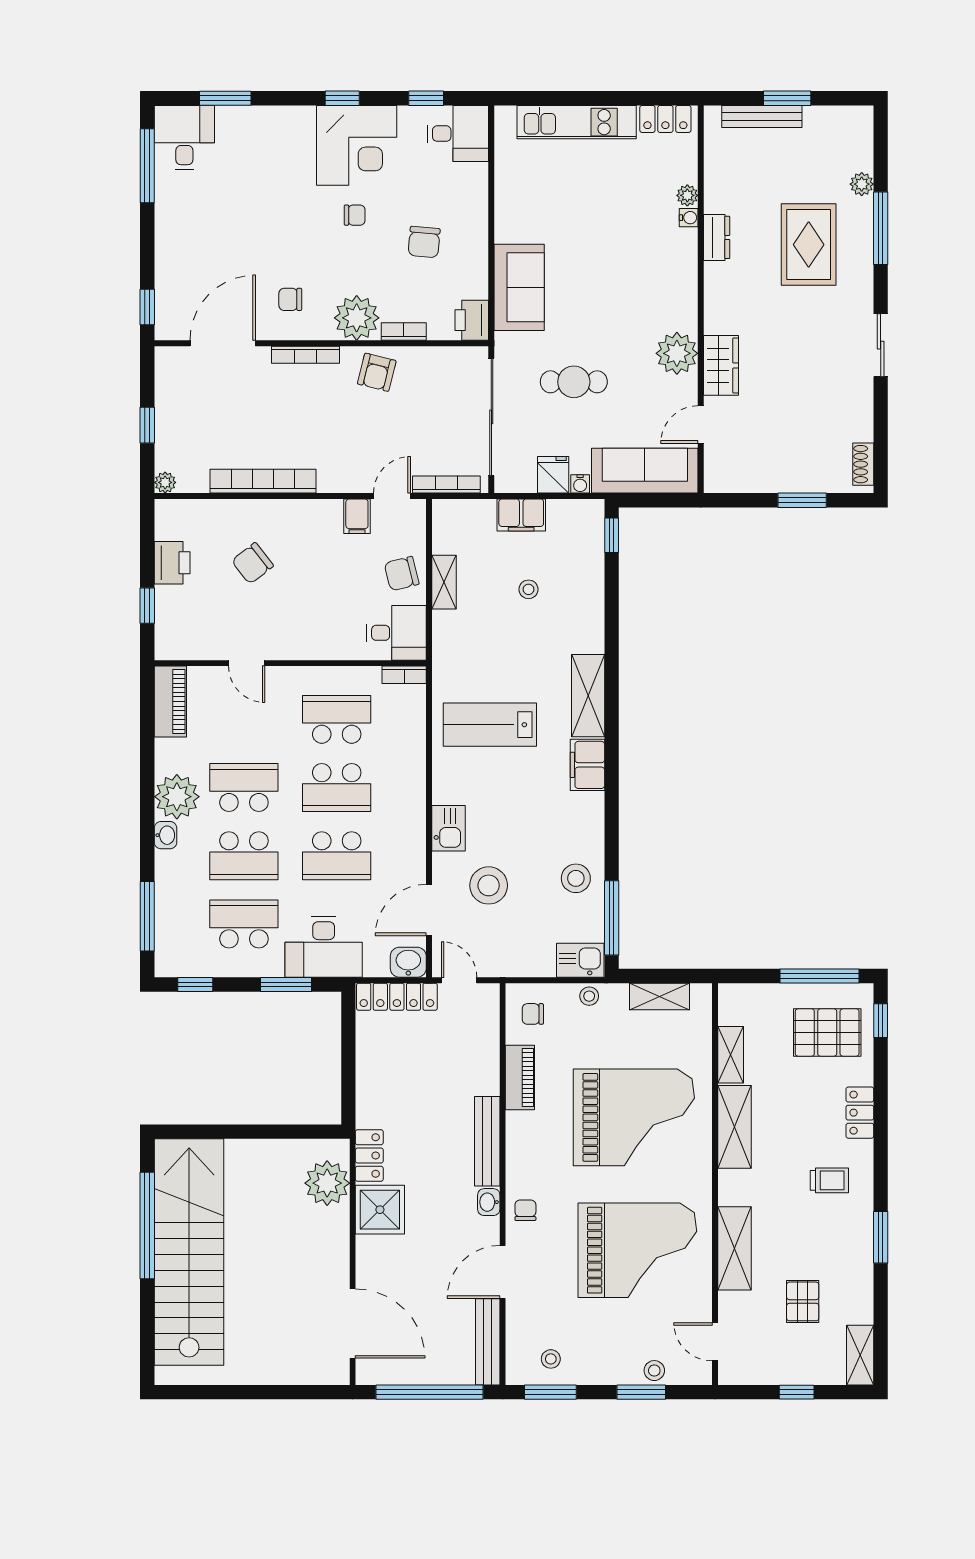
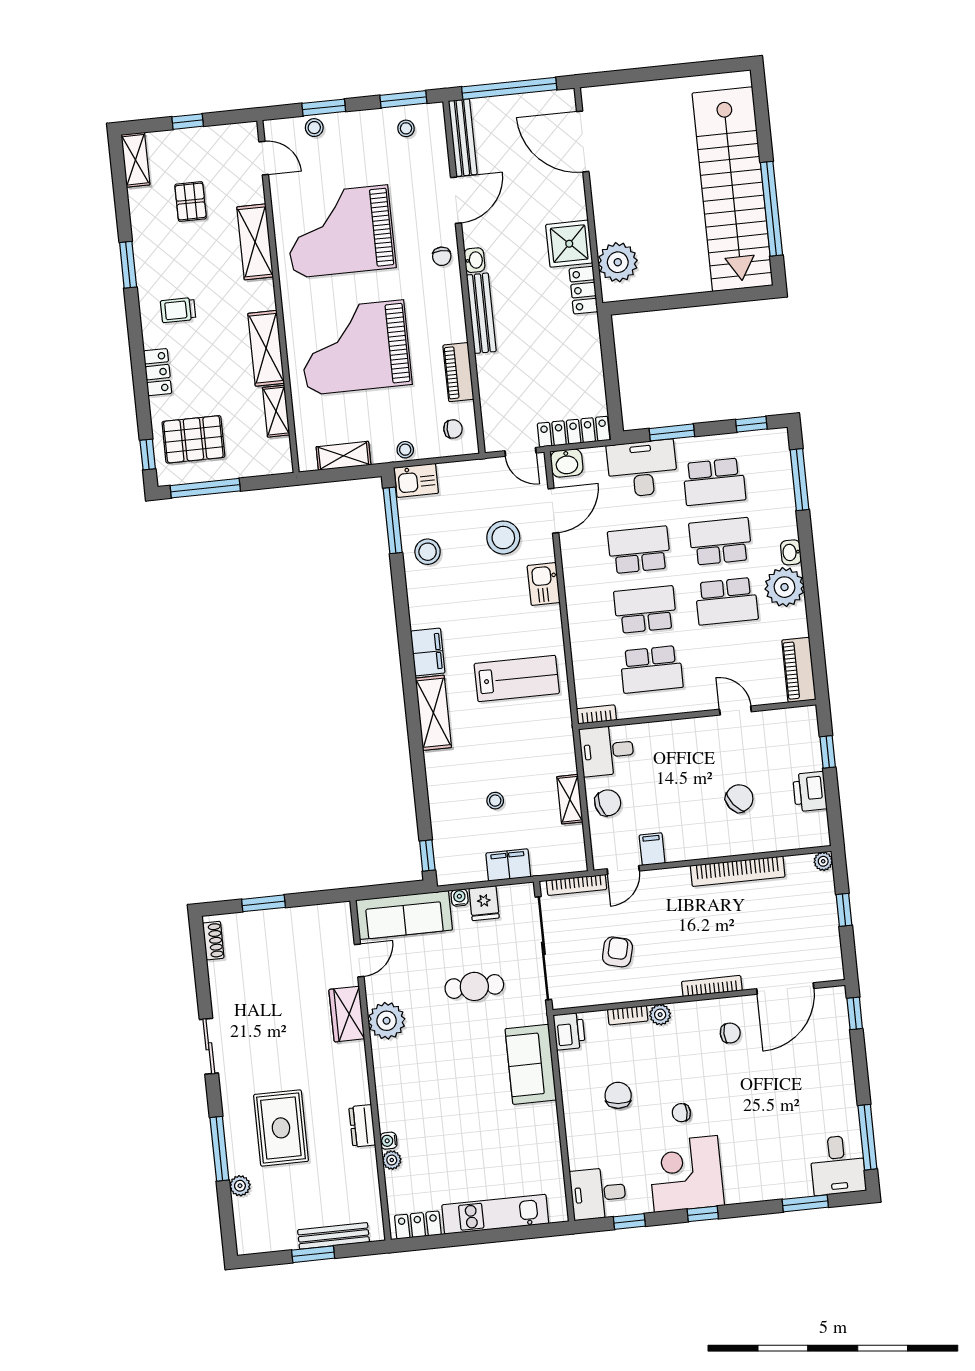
plant: (357, 318) -> (660, 1015), width x0.53, depth x0.53
armchair: (377, 372) -> (617, 952), moved

